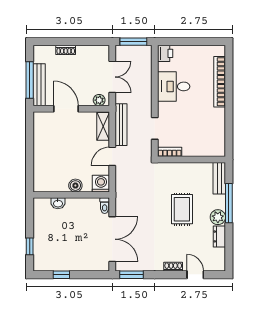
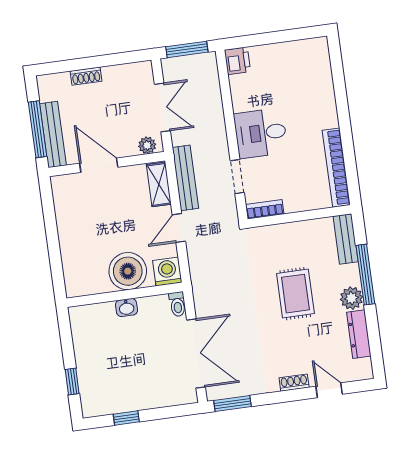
bookcase: (220, 82) -> (336, 168), moved
desk: (174, 86) -> (261, 133), moved
boiler: (75, 186) -> (128, 271), width x1.86, depth x1.86
washbasin: (58, 203) -> (126, 308), moved
dresser: (219, 236) -> (359, 334), width x1.44

